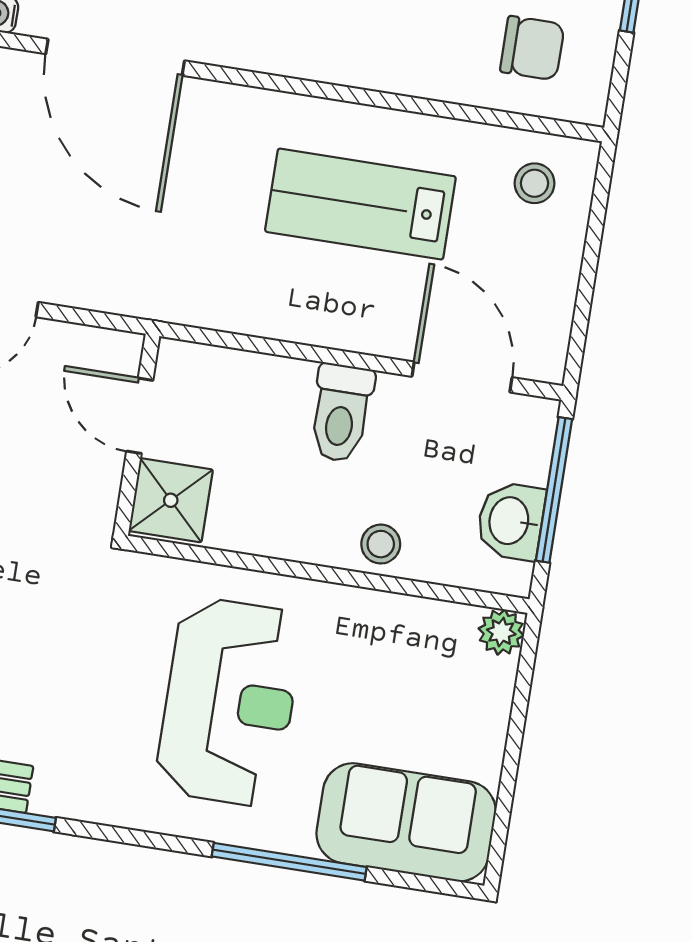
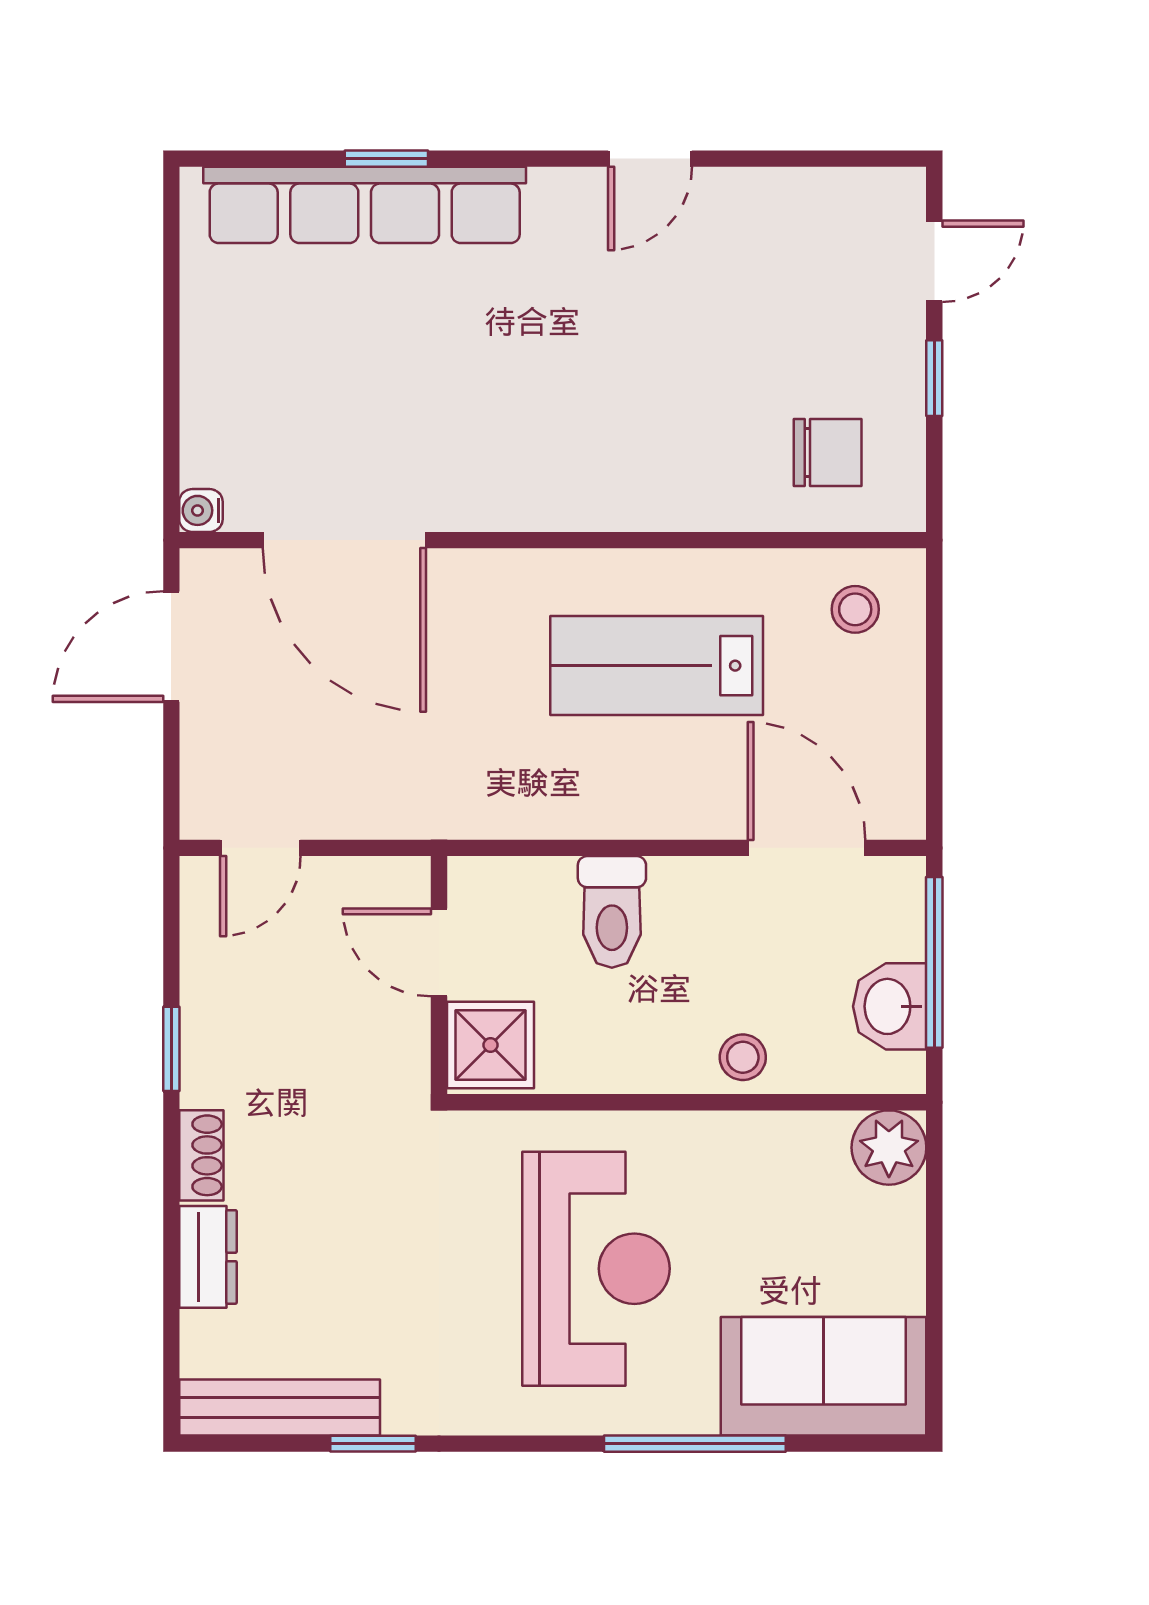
toilet: (341, 413) -> (612, 912), moved
plant: (501, 632) -> (889, 1148), width x1.38, depth x1.38

